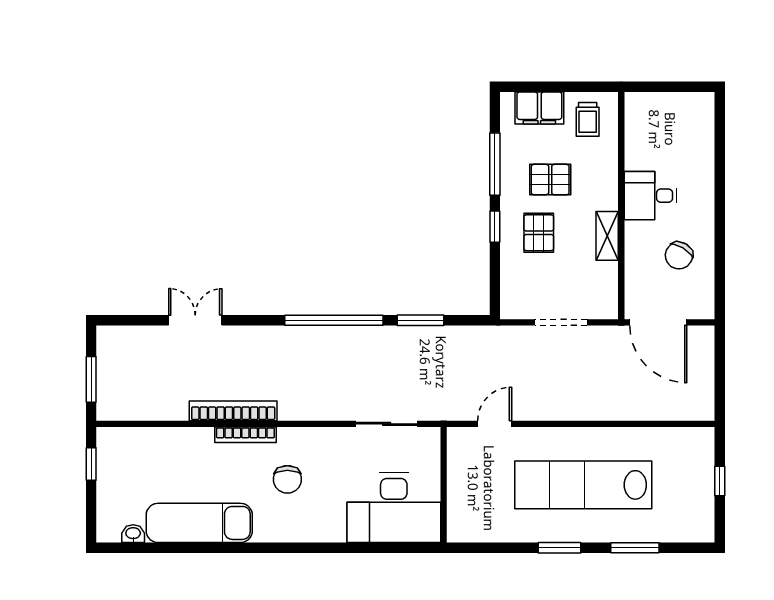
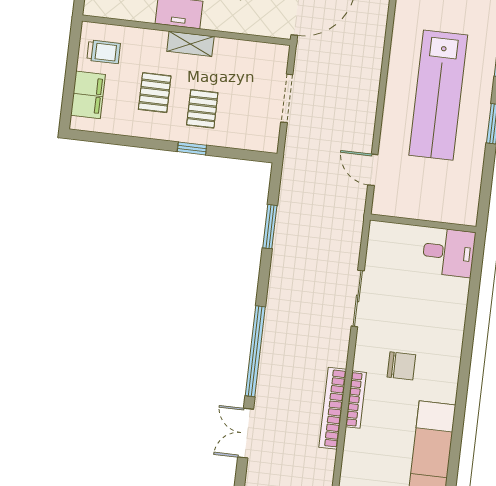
window: (495, 164) -> (135, 142), removed
pallet: (539, 233) -> (202, 109), turned 90
shelving: (607, 236) -> (190, 44), moved
window: (334, 320) -> (255, 351), moved
sliding door: (387, 424) -> (358, 298), moved
desk: (394, 508) -> (449, 252), width x0.53, depth x0.77

